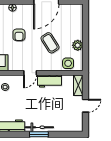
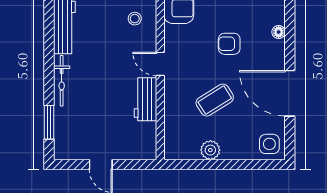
side table: (68, 63) -> (269, 144), moved
shelving: (78, 85) -> (138, 151), removed
window: (39, 134) -> (49, 122), moved

